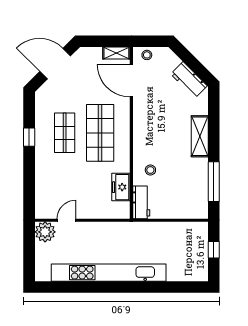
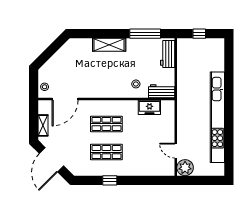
shelving: (116, 53) -> (43, 125), moved
workbench: (189, 80) -> (168, 54), moved, turned 135
shop shelf: (100, 133) -> (106, 124), width x0.70, depth x0.74

